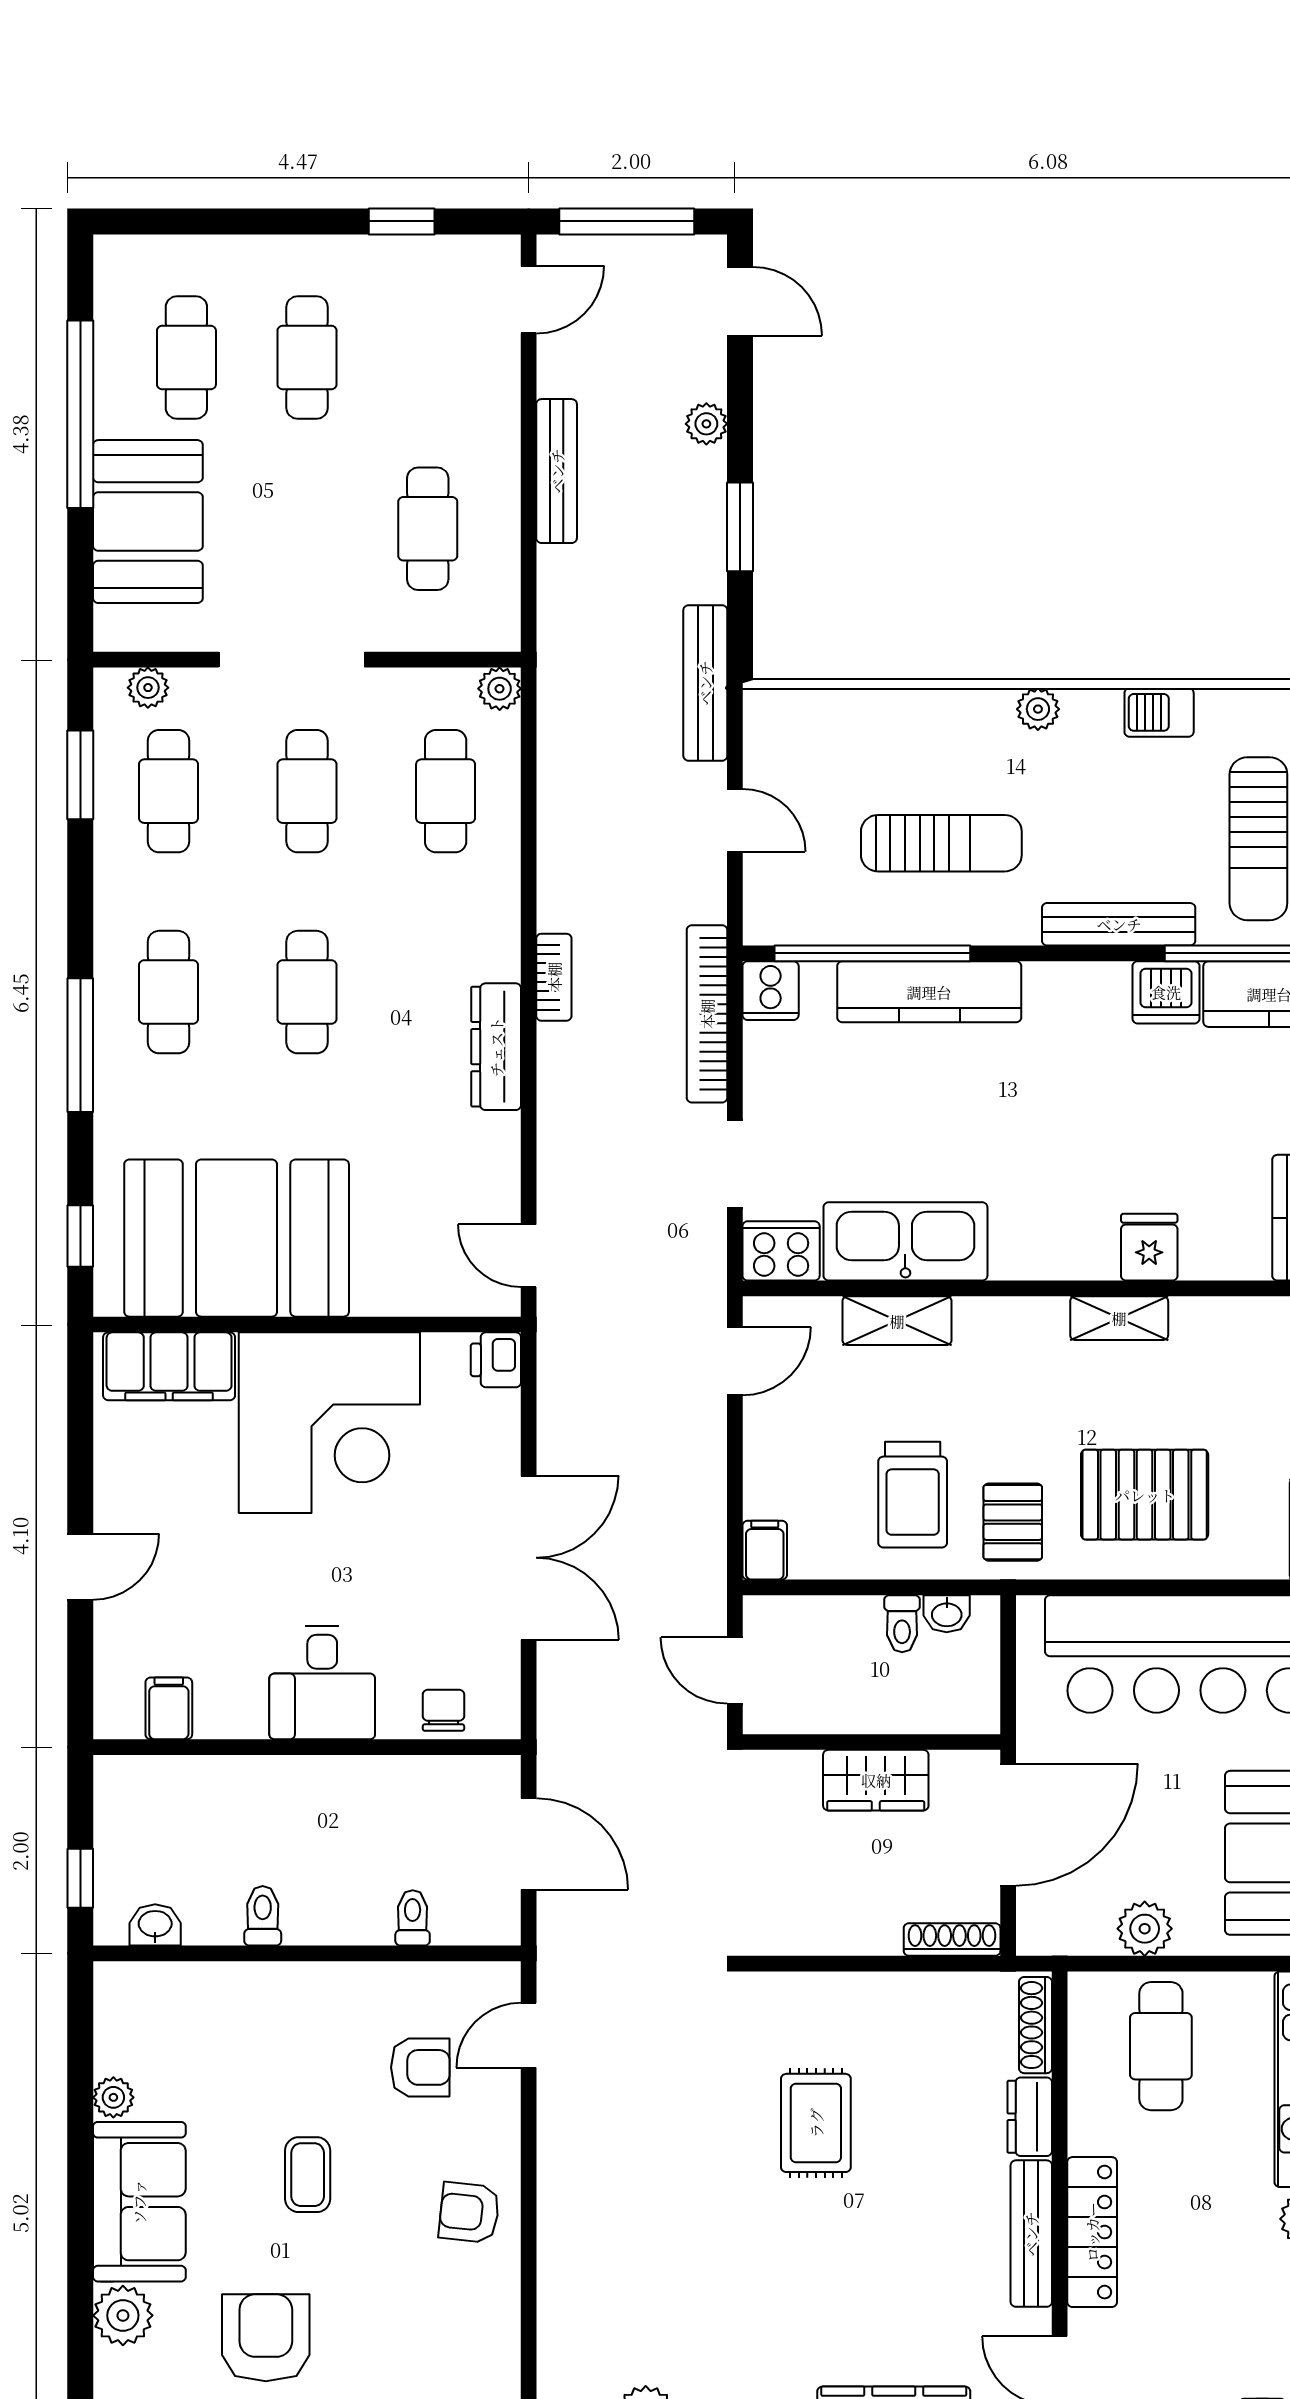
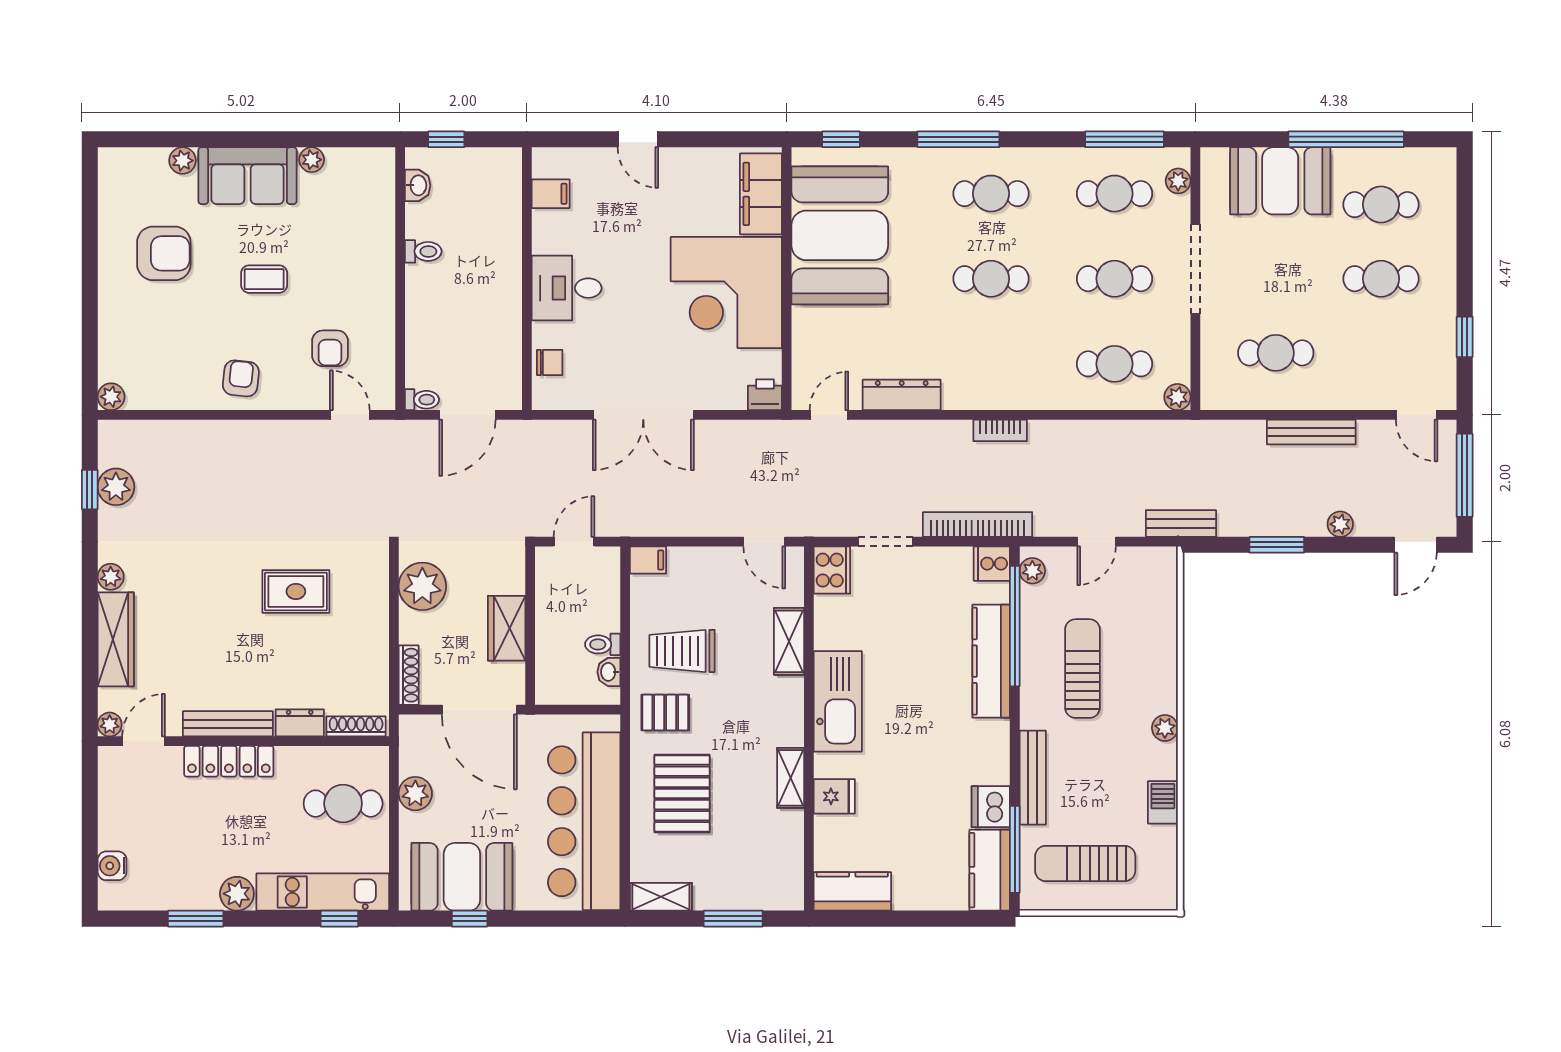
bench: (705, 683) -> (1181, 523), width x0.73
window: (80, 775) -> (1124, 139), width x1.44
sun lounger: (941, 843) -> (1082, 669), turned 180
plant: (782, 925) -> (1032, 571), added
dresser: (496, 1047) -> (902, 395), moved
kitchen sink: (905, 1241) -> (838, 701), moved
plant: (807, 1917) -> (422, 586), added
toilet: (413, 1918) -> (422, 400), moved
plant: (123, 2315) -> (183, 161), width x0.73, depth x0.73

